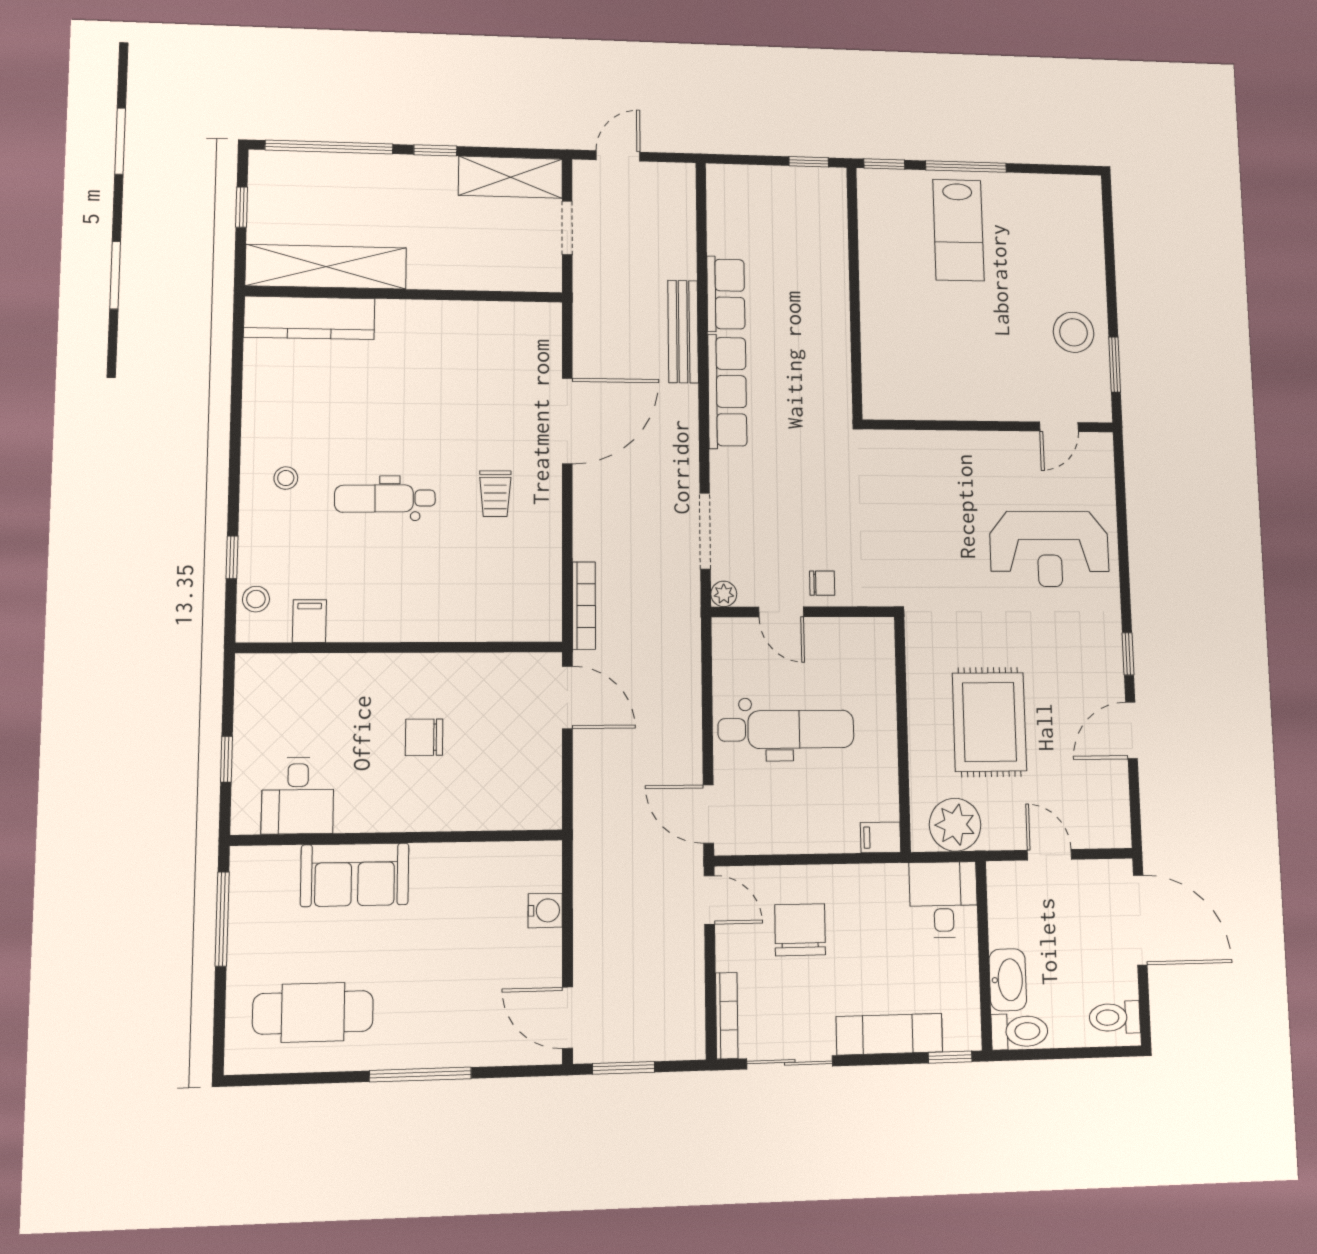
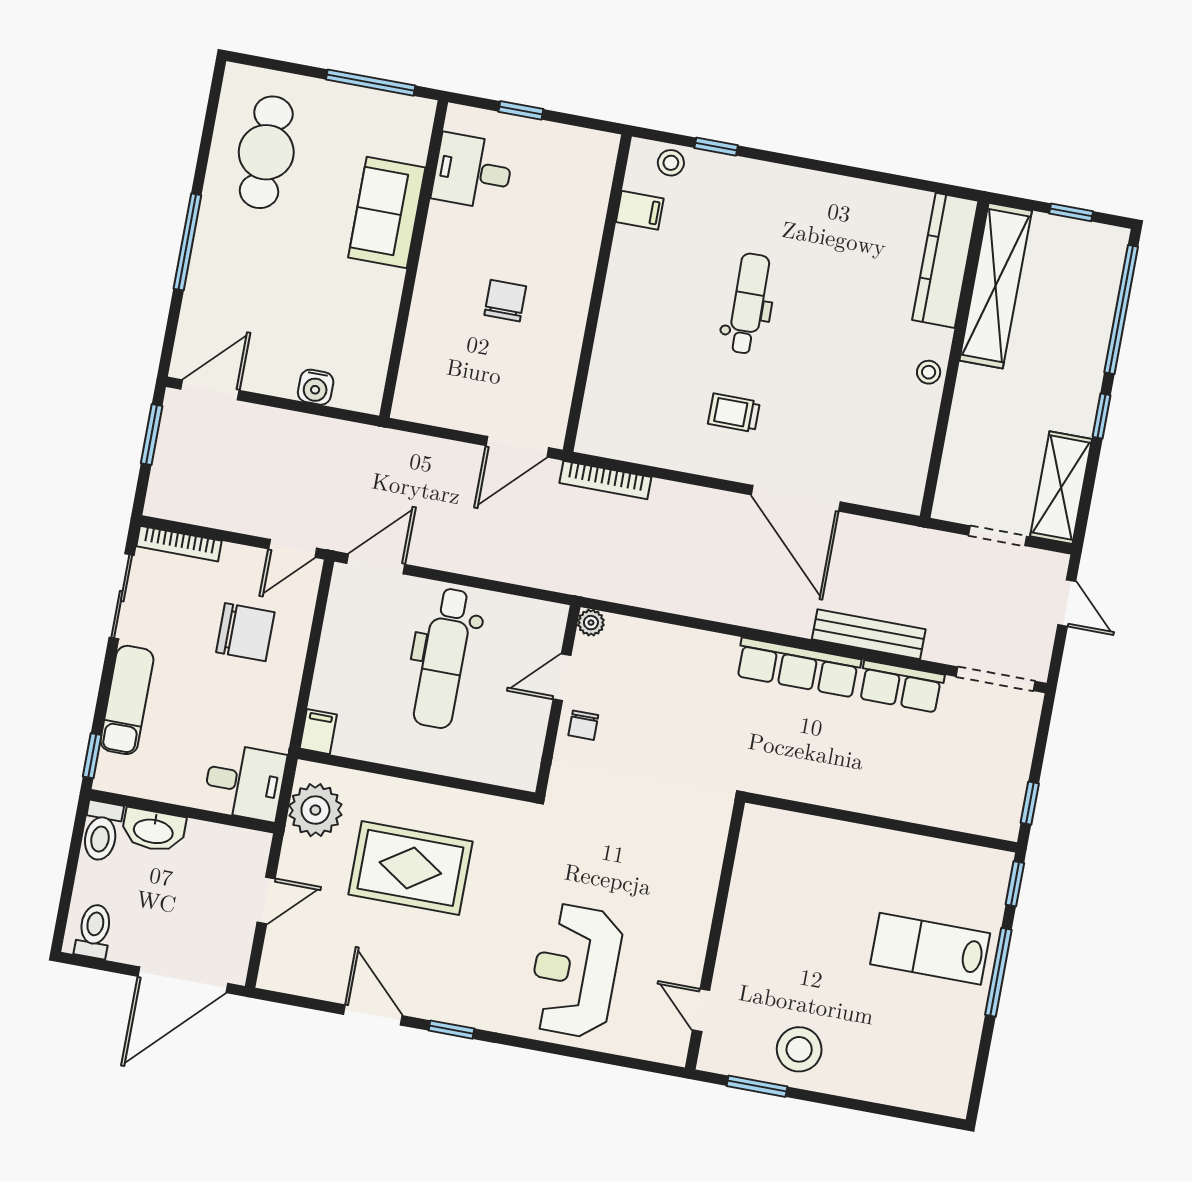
stool: (286, 478) -> (929, 372), moved
doorway: (705, 531) -> (996, 679), moved

